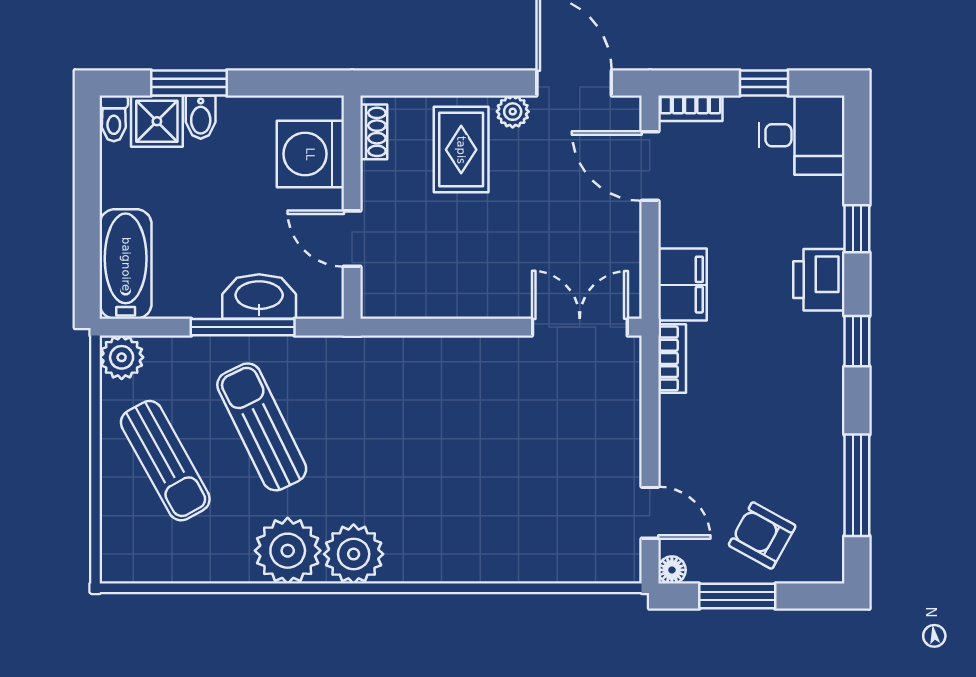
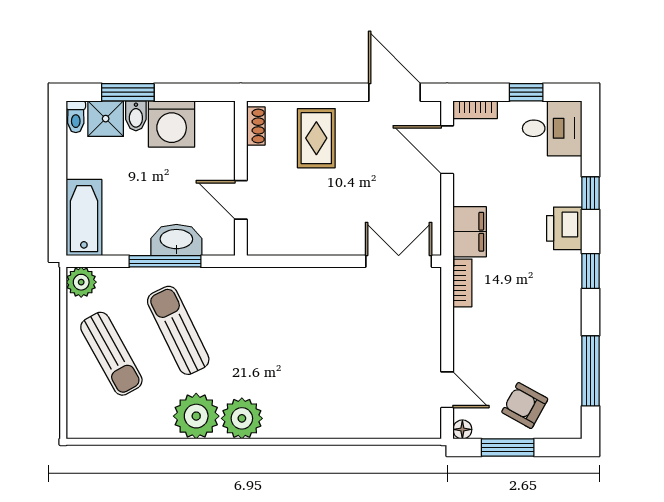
plant: (513, 112) -> (352, 112), removed
washing machine: (310, 154) -> (172, 124), moved, turned -90

